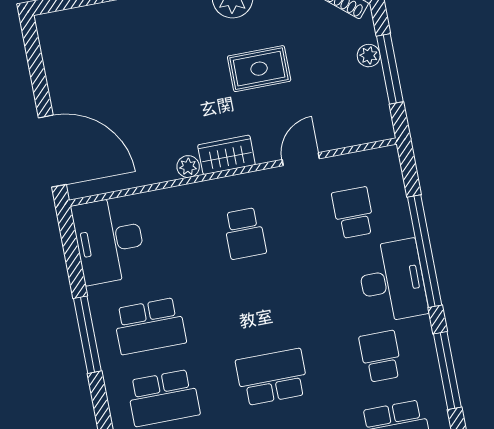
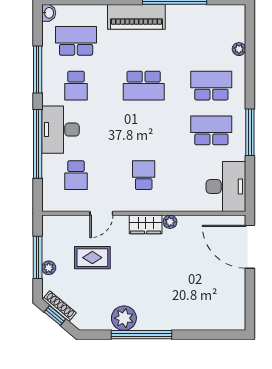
rug: (259, 69) -> (92, 258), moved

